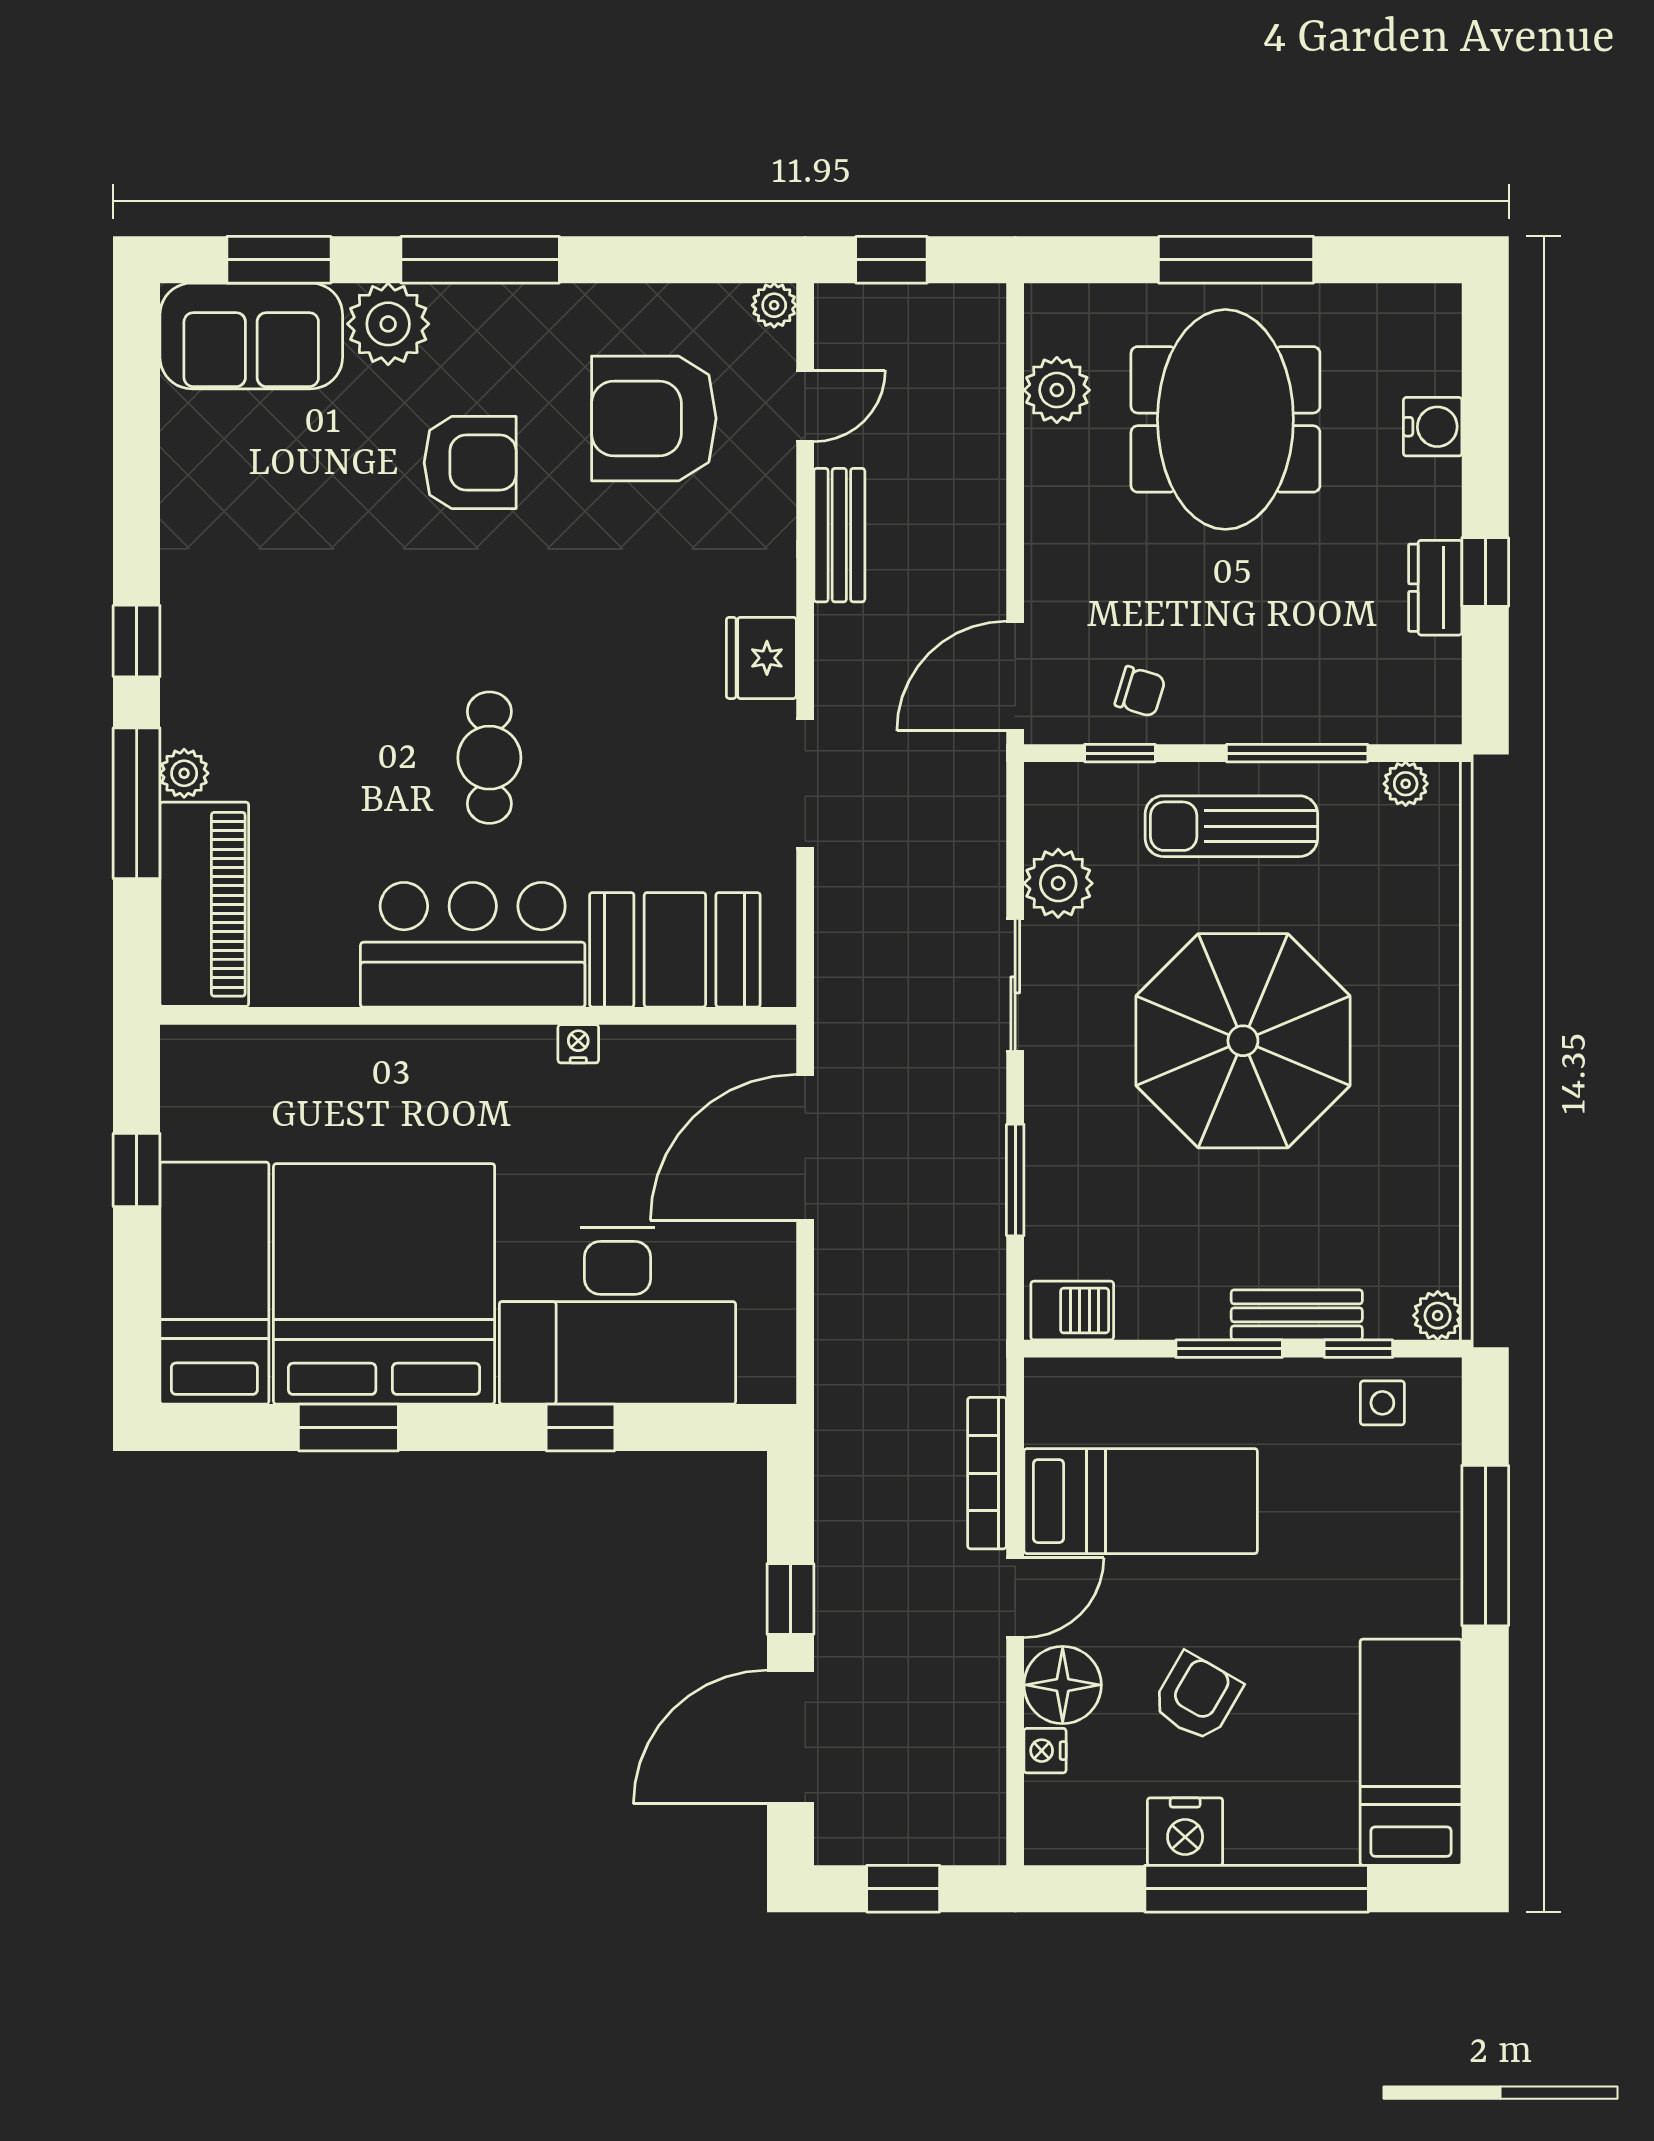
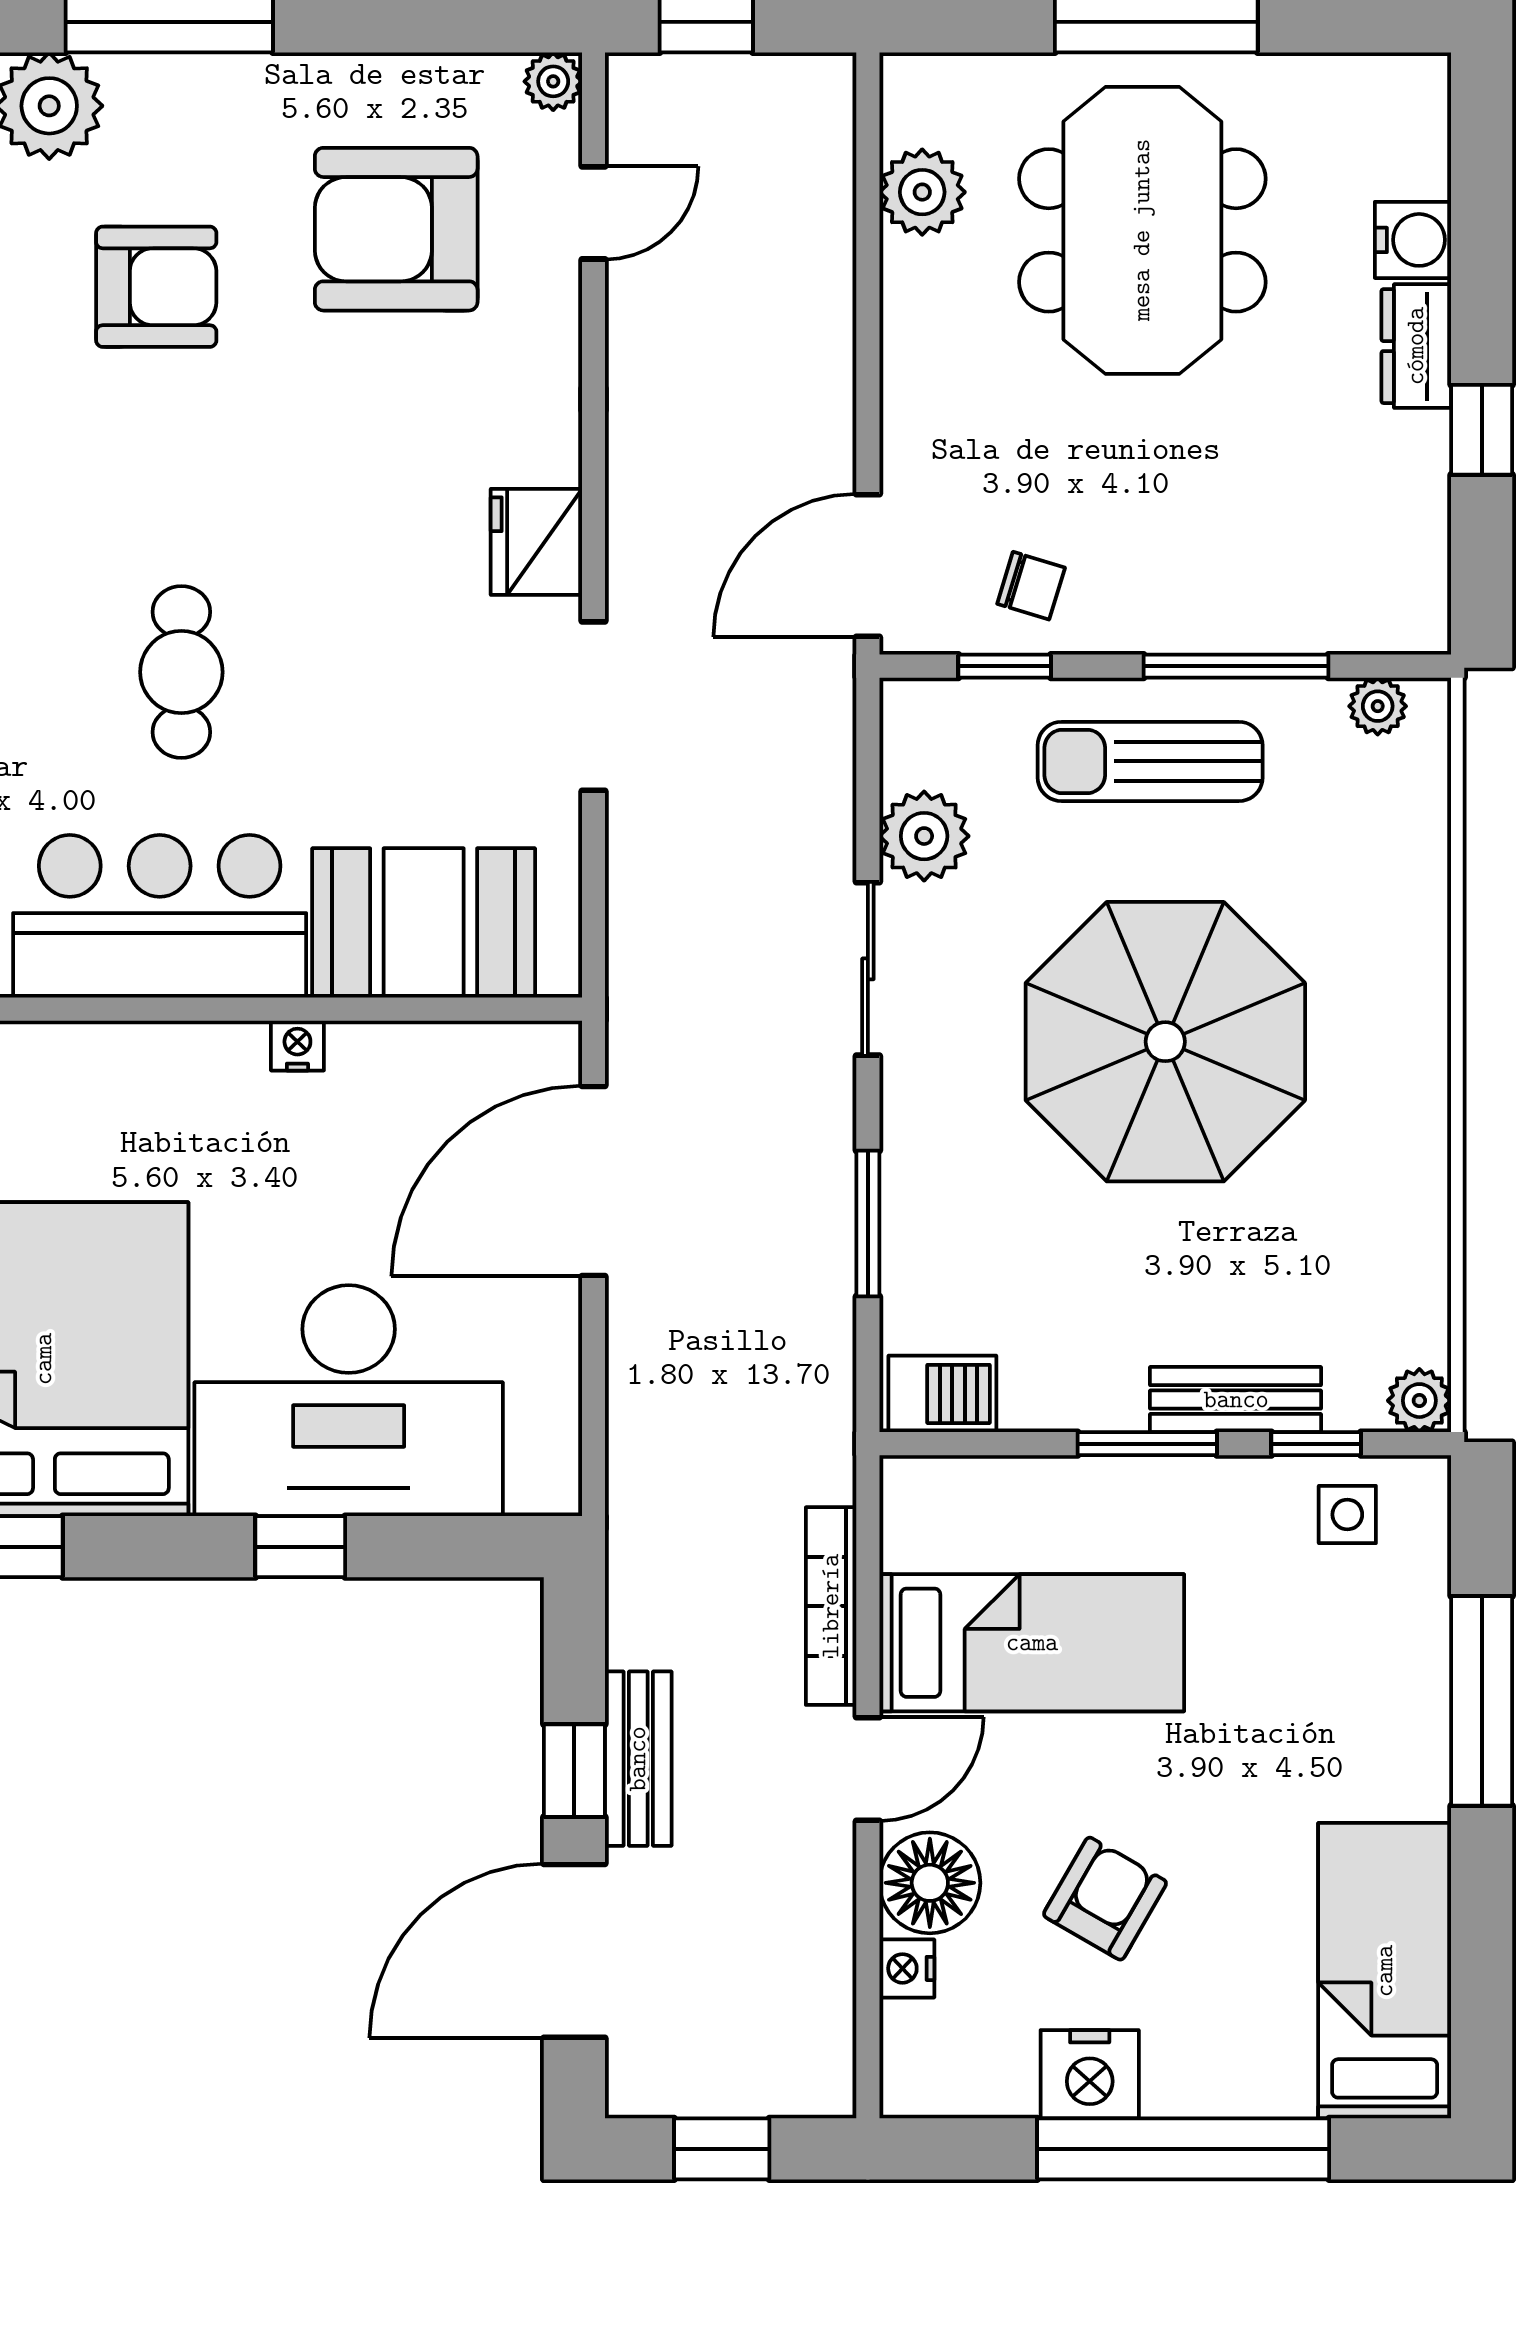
bench: (839, 535) -> (638, 1759), moved
dresser: (1435, 588) -> (1416, 346), moved

